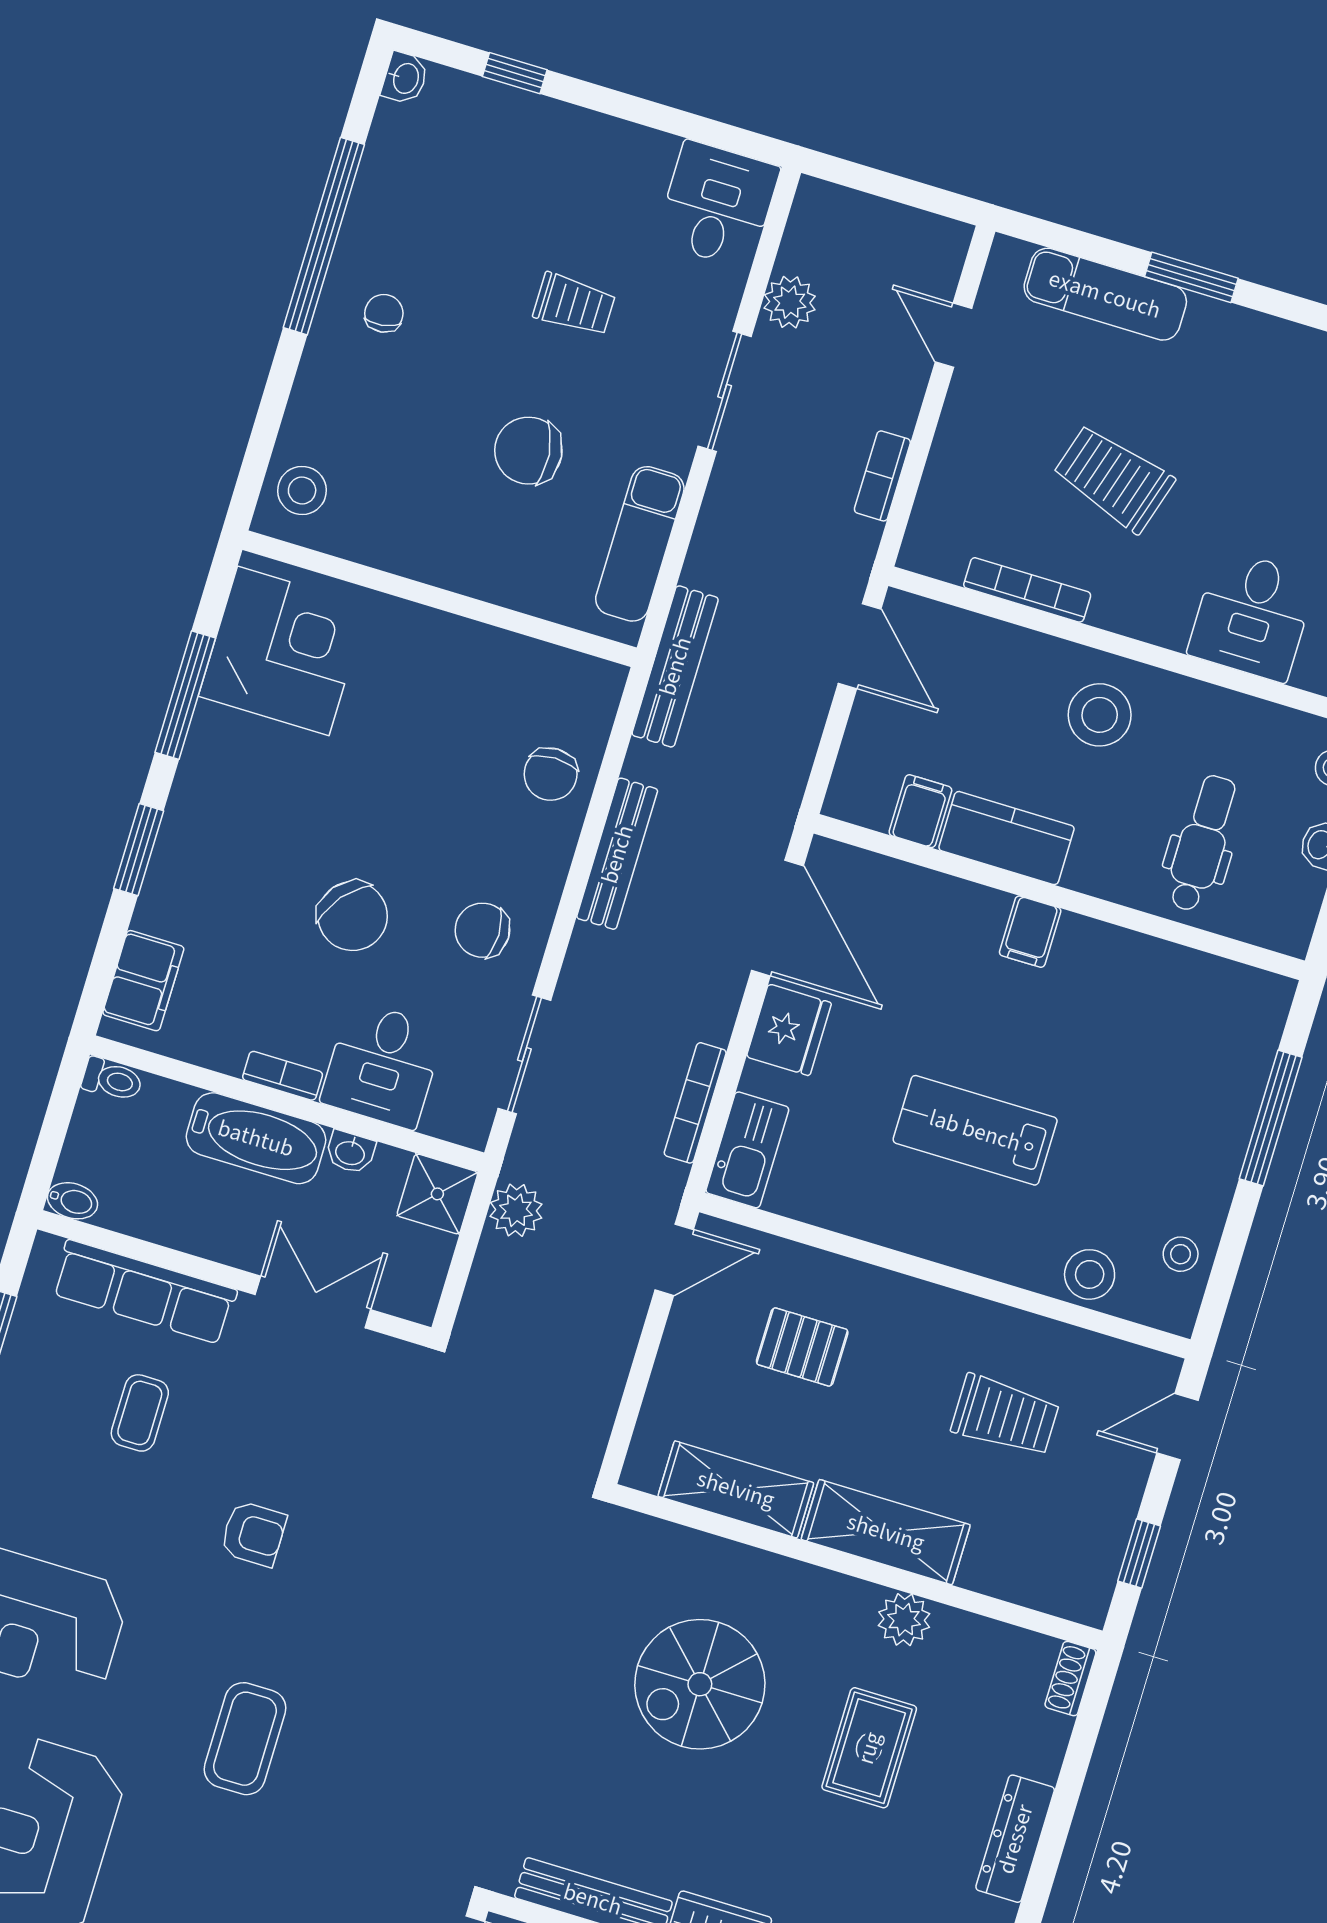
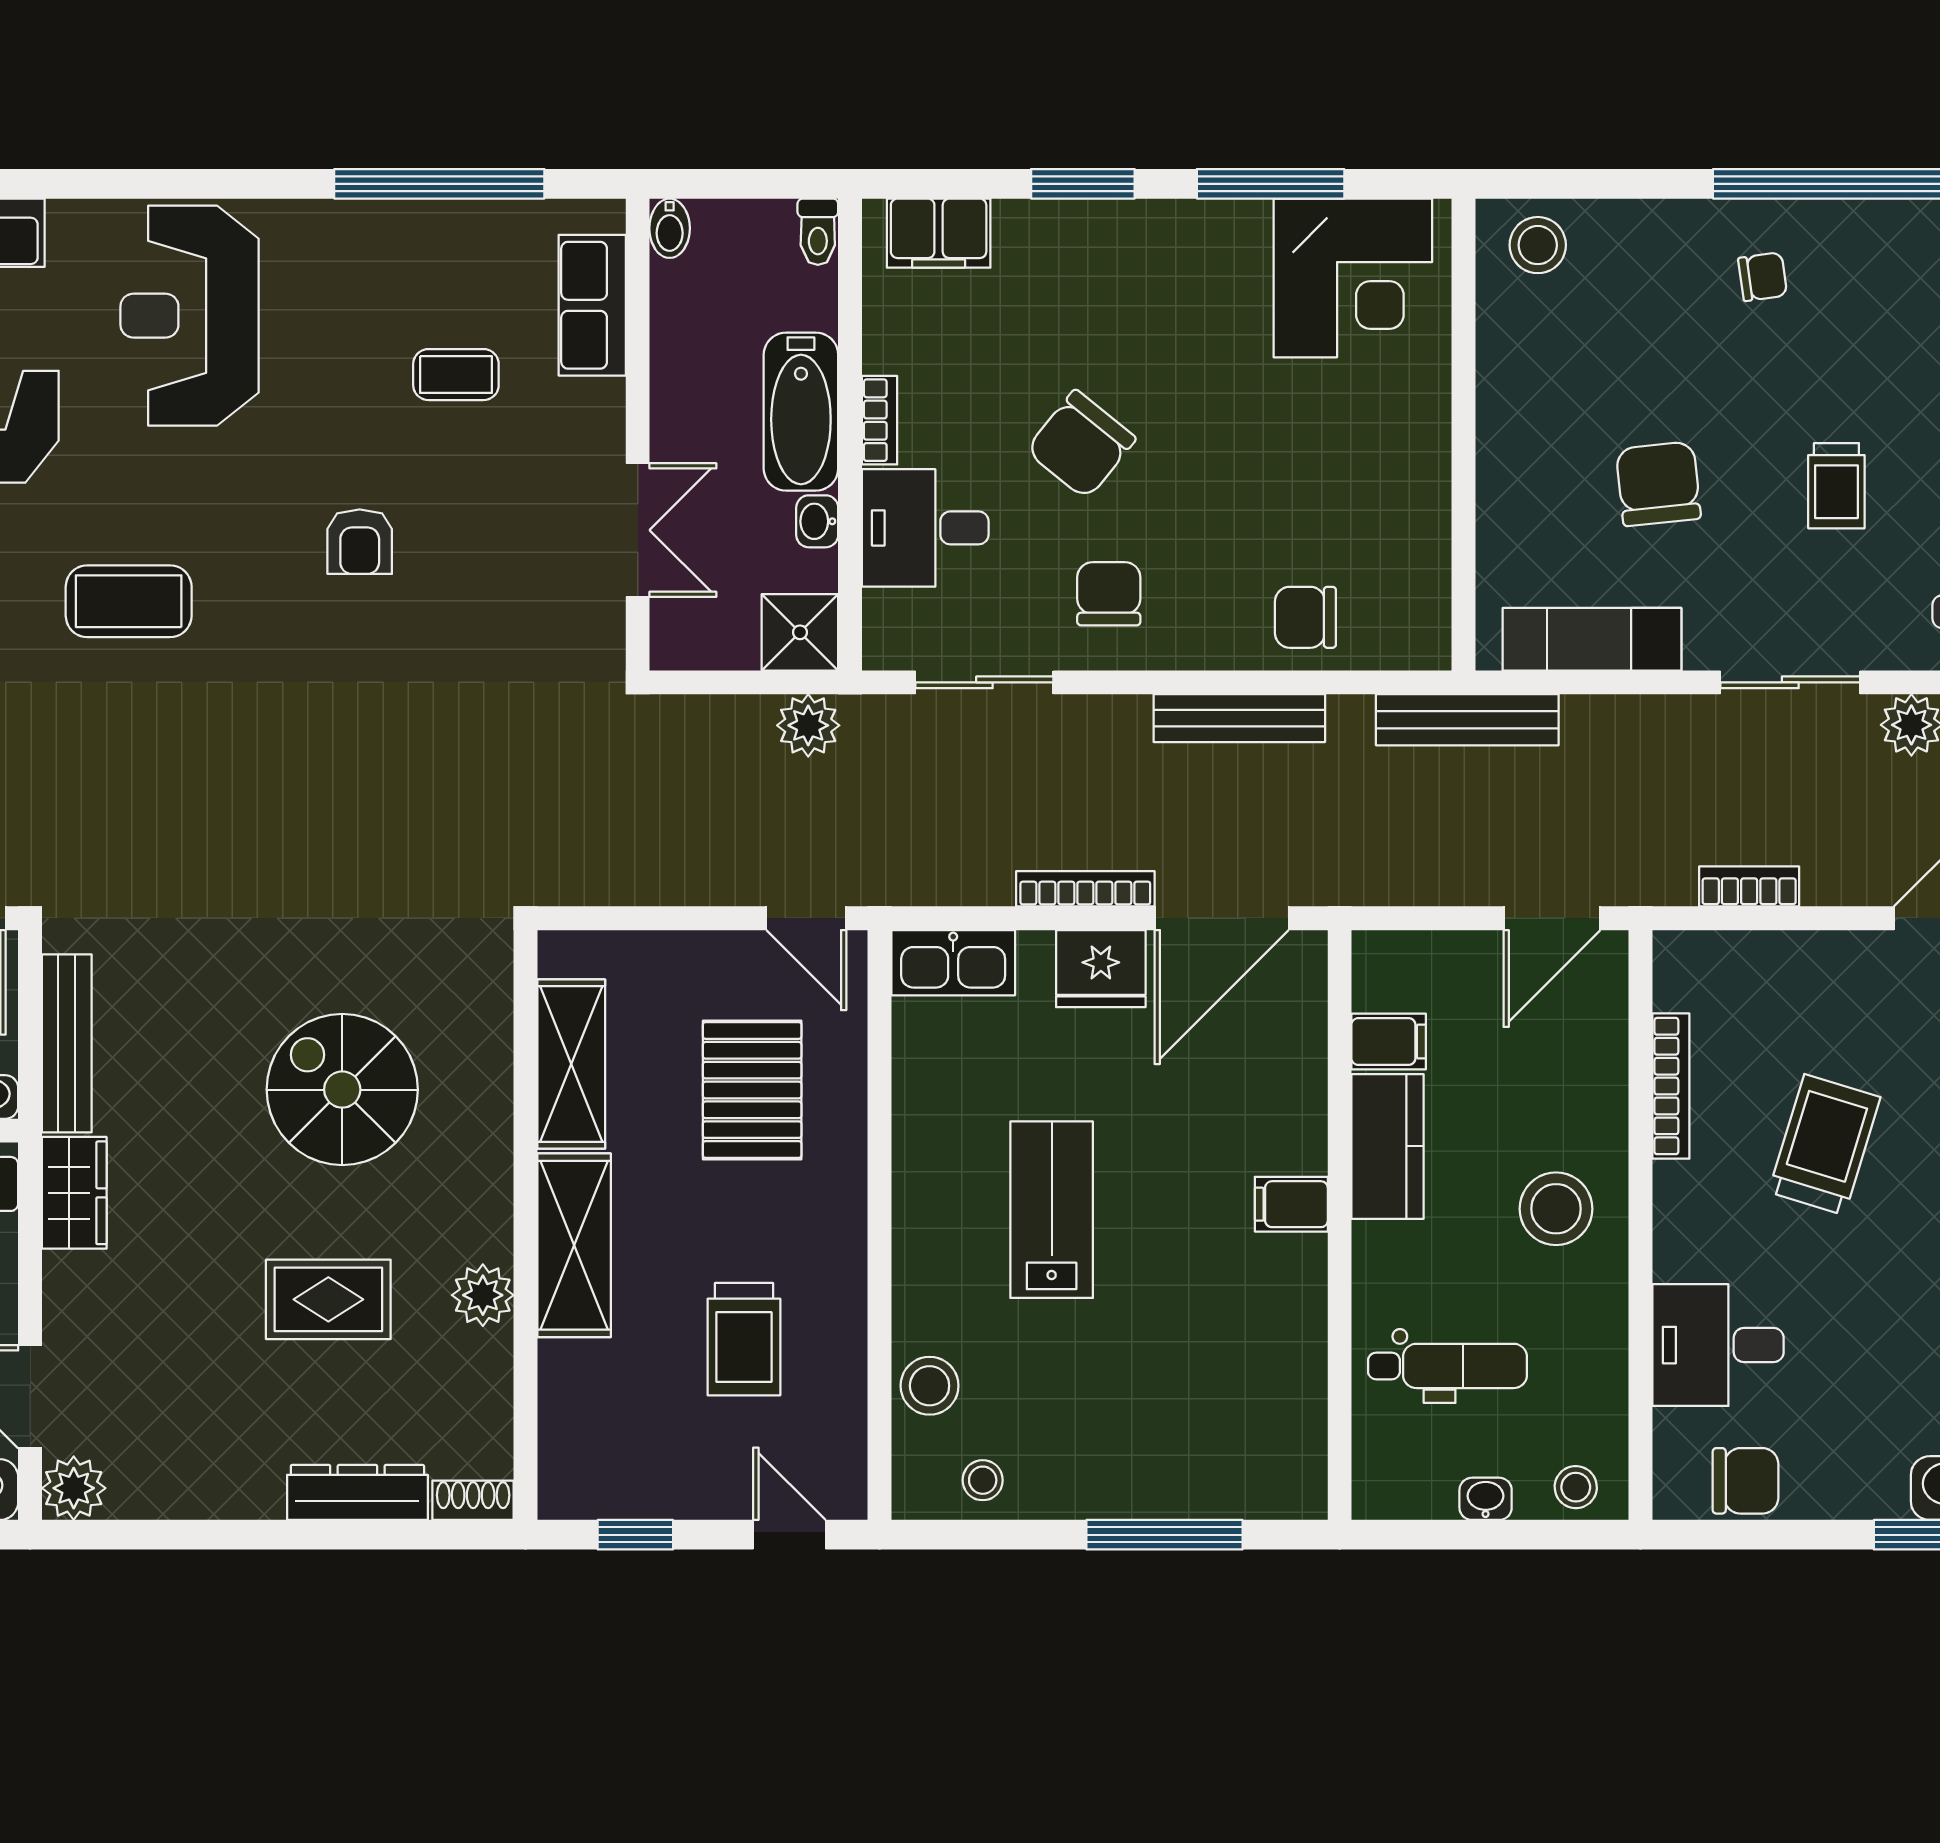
bookcase: (695, 1103) -> (1085, 889), moved
row of seats: (144, 1292) -> (592, 305), width x0.68
pallet: (802, 1347) -> (752, 1090), width x1.50, depth x1.42
dresser: (1015, 1839) -> (357, 1492), moved

